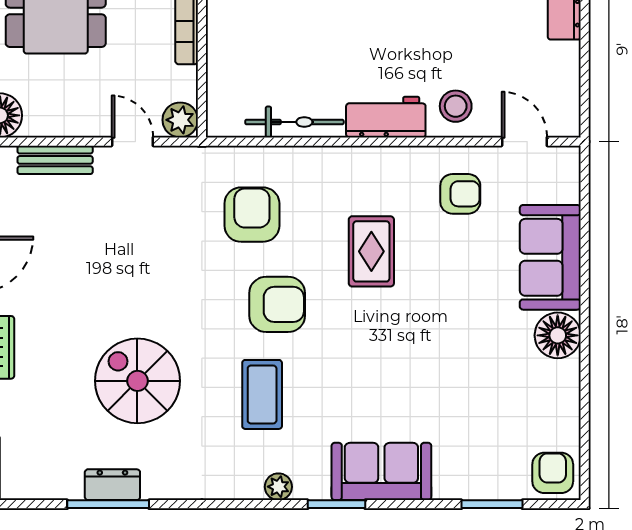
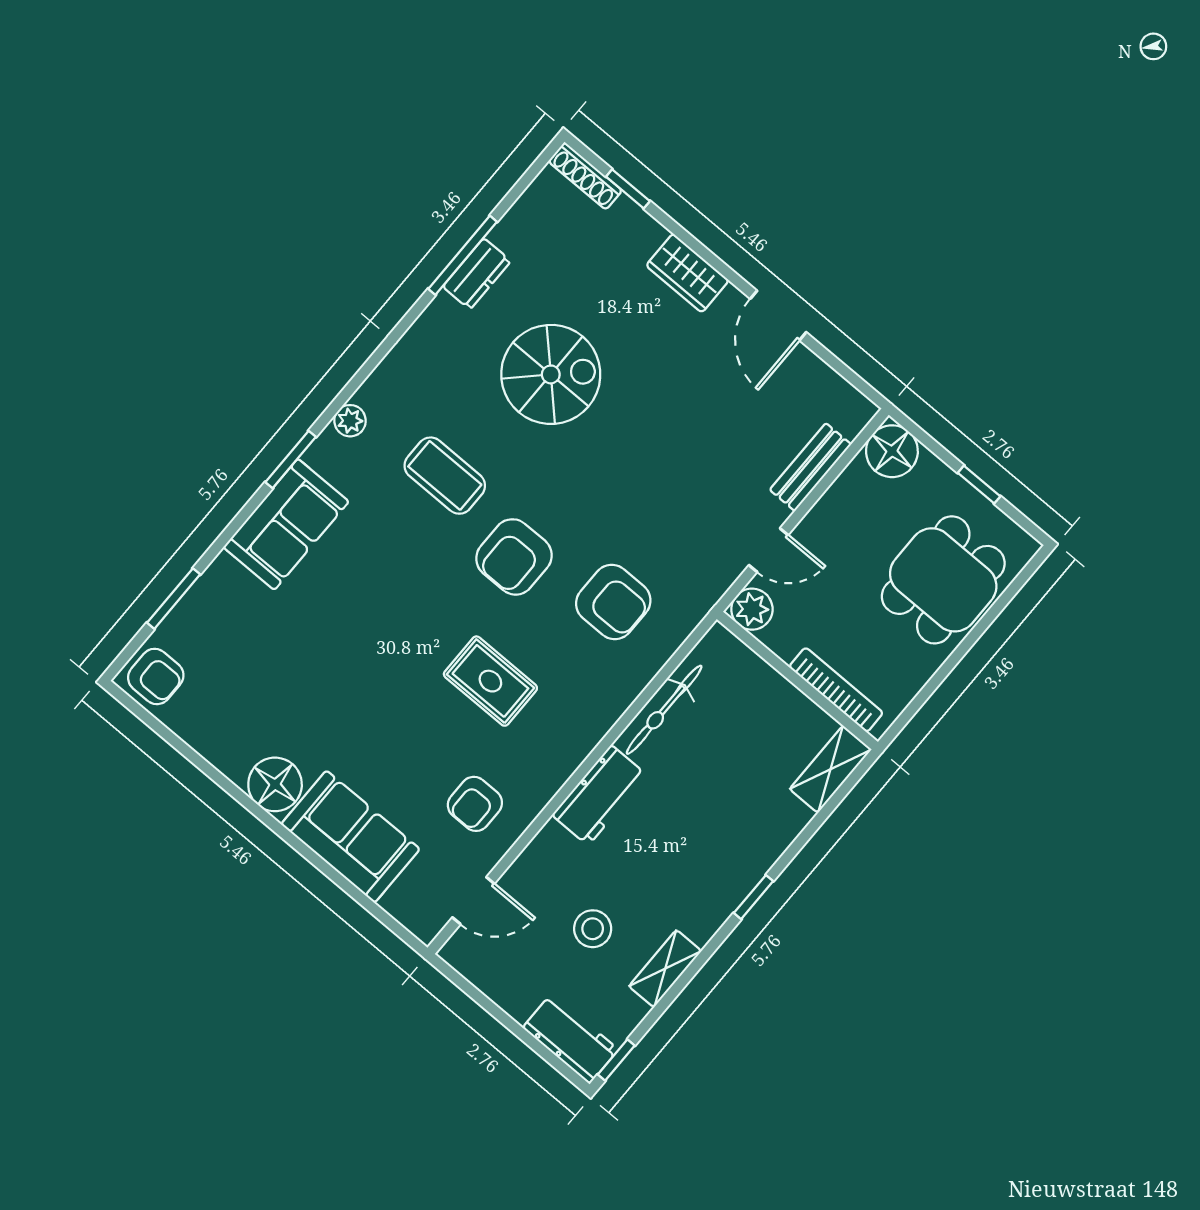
stool: (456, 106) -> (593, 929), moved

